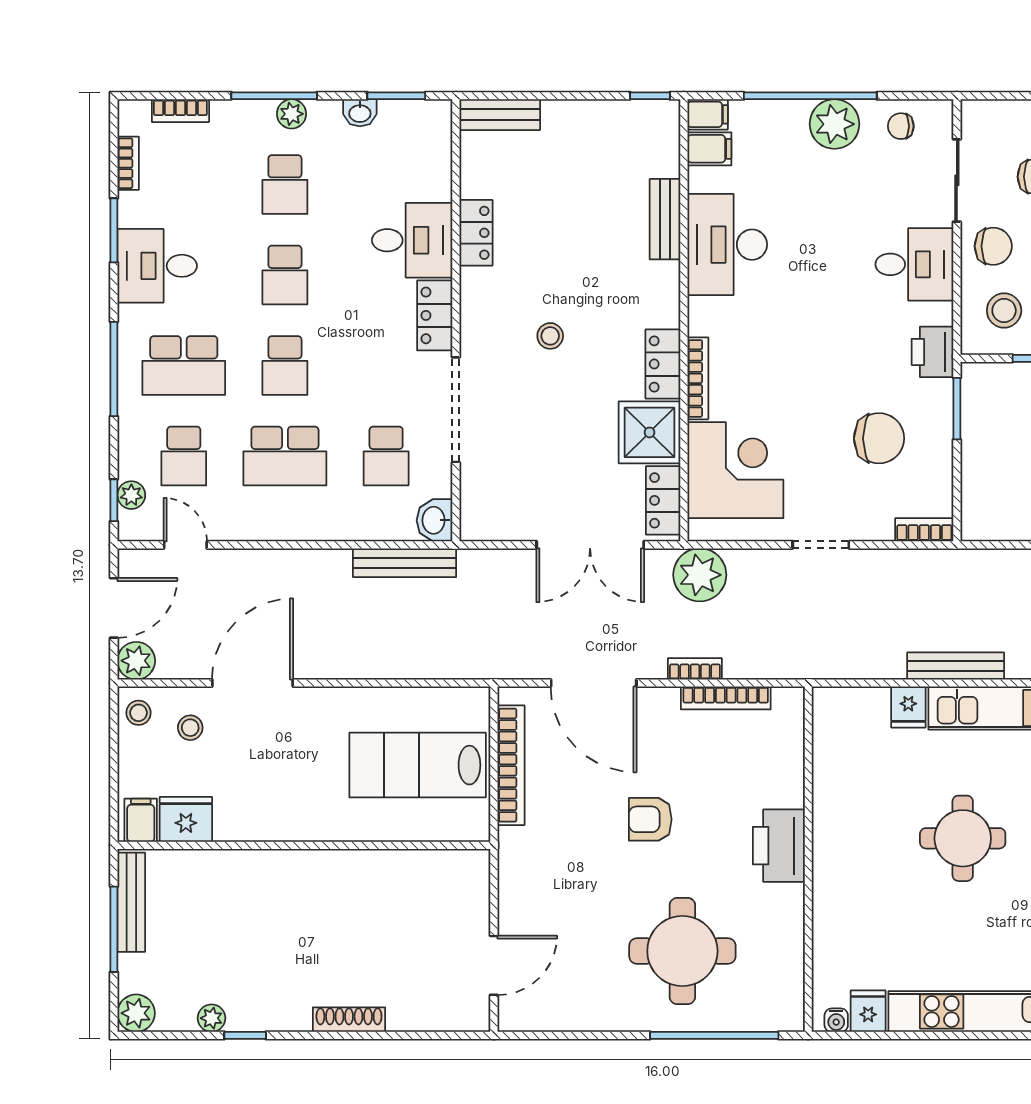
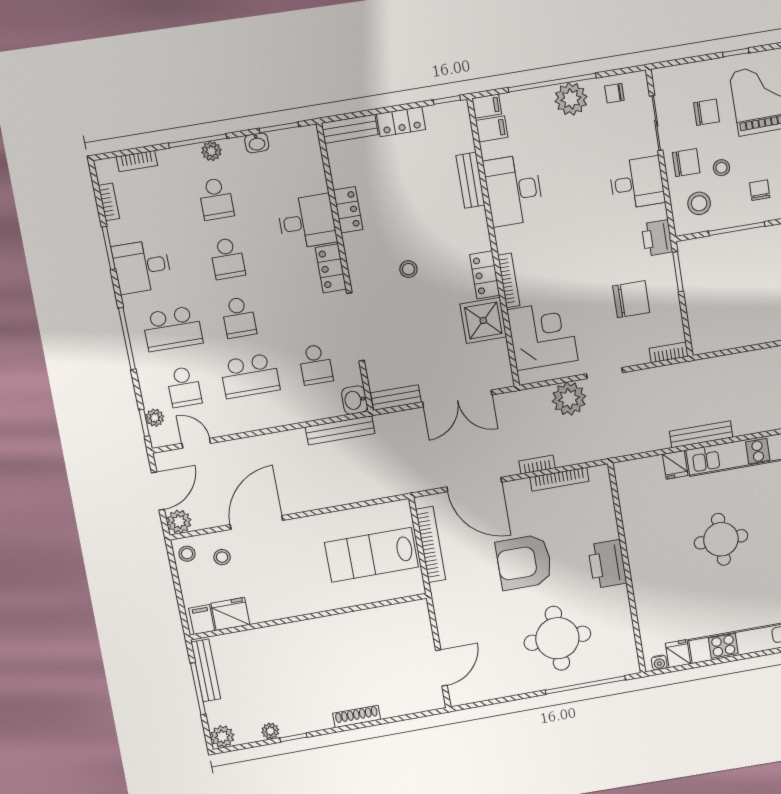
locker: (663, 500) -> (401, 122), moved, turned -90
bench: (498, 527) -> (396, 398), added
plant: (700, 575) -> (569, 399), moved
armchair: (650, 819) -> (524, 562), width x1.88, depth x1.88

